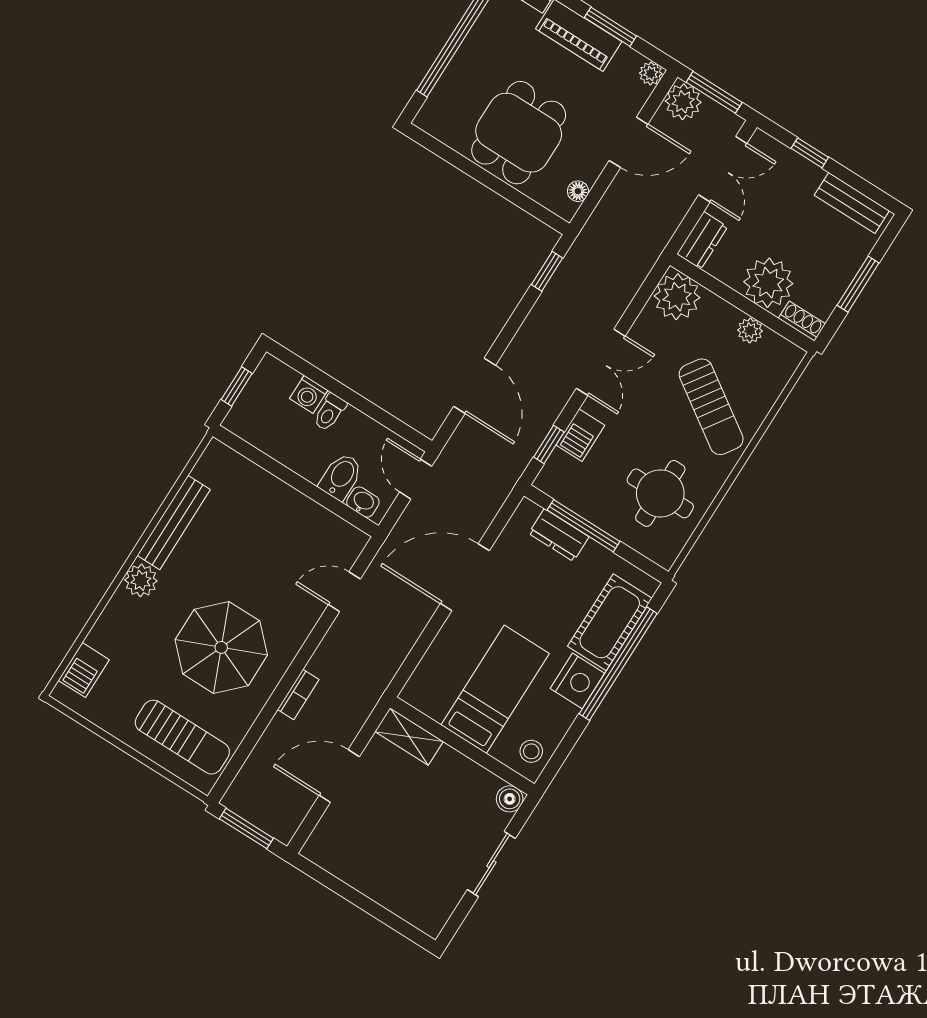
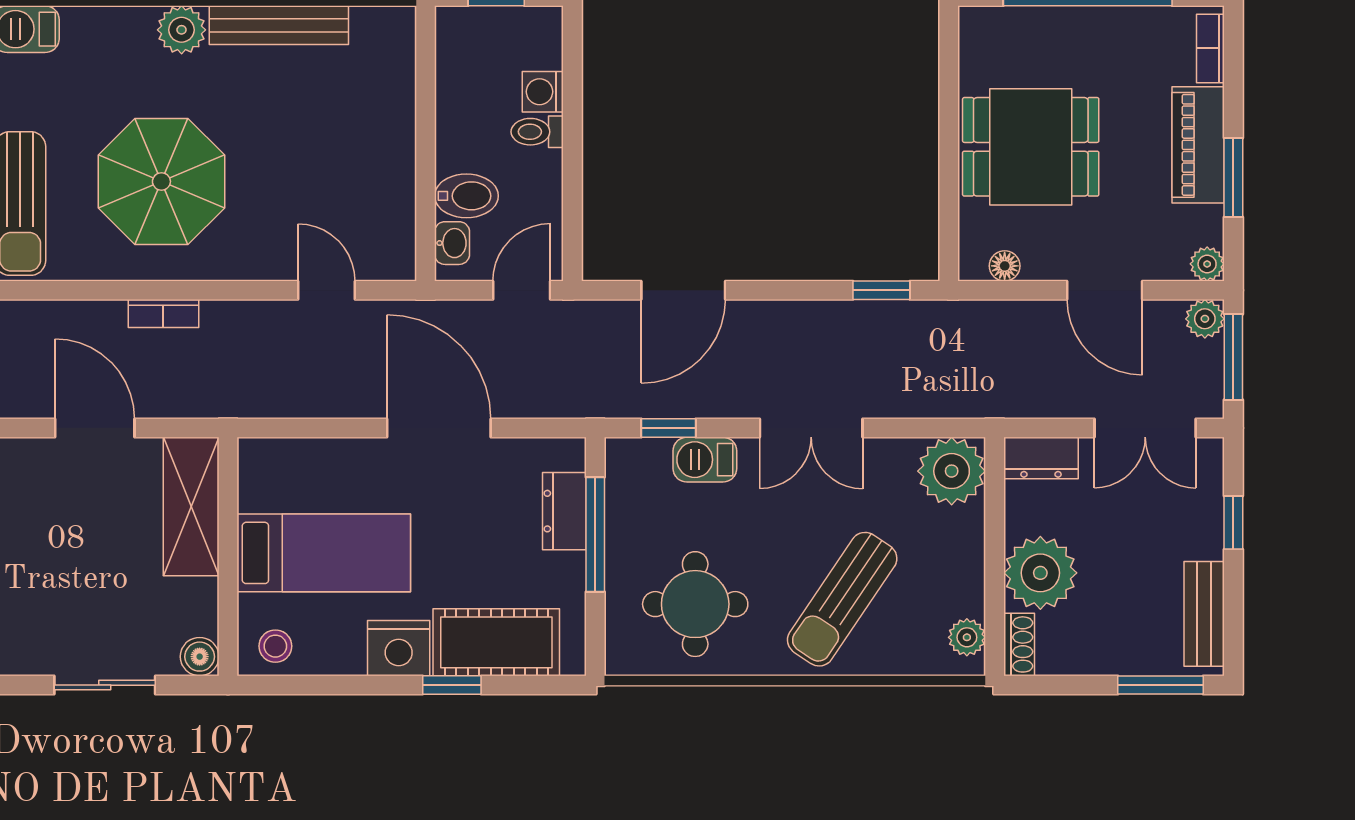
plant: (683, 102) -> (1205, 319), width x0.73, depth x0.73
window: (858, 284) -> (1161, 685), moved
plant: (750, 331) -> (967, 637), moved
window: (618, 664) -> (452, 685), width x0.32
shelving: (409, 737) -> (191, 507), width x1.50, depth x1.33

